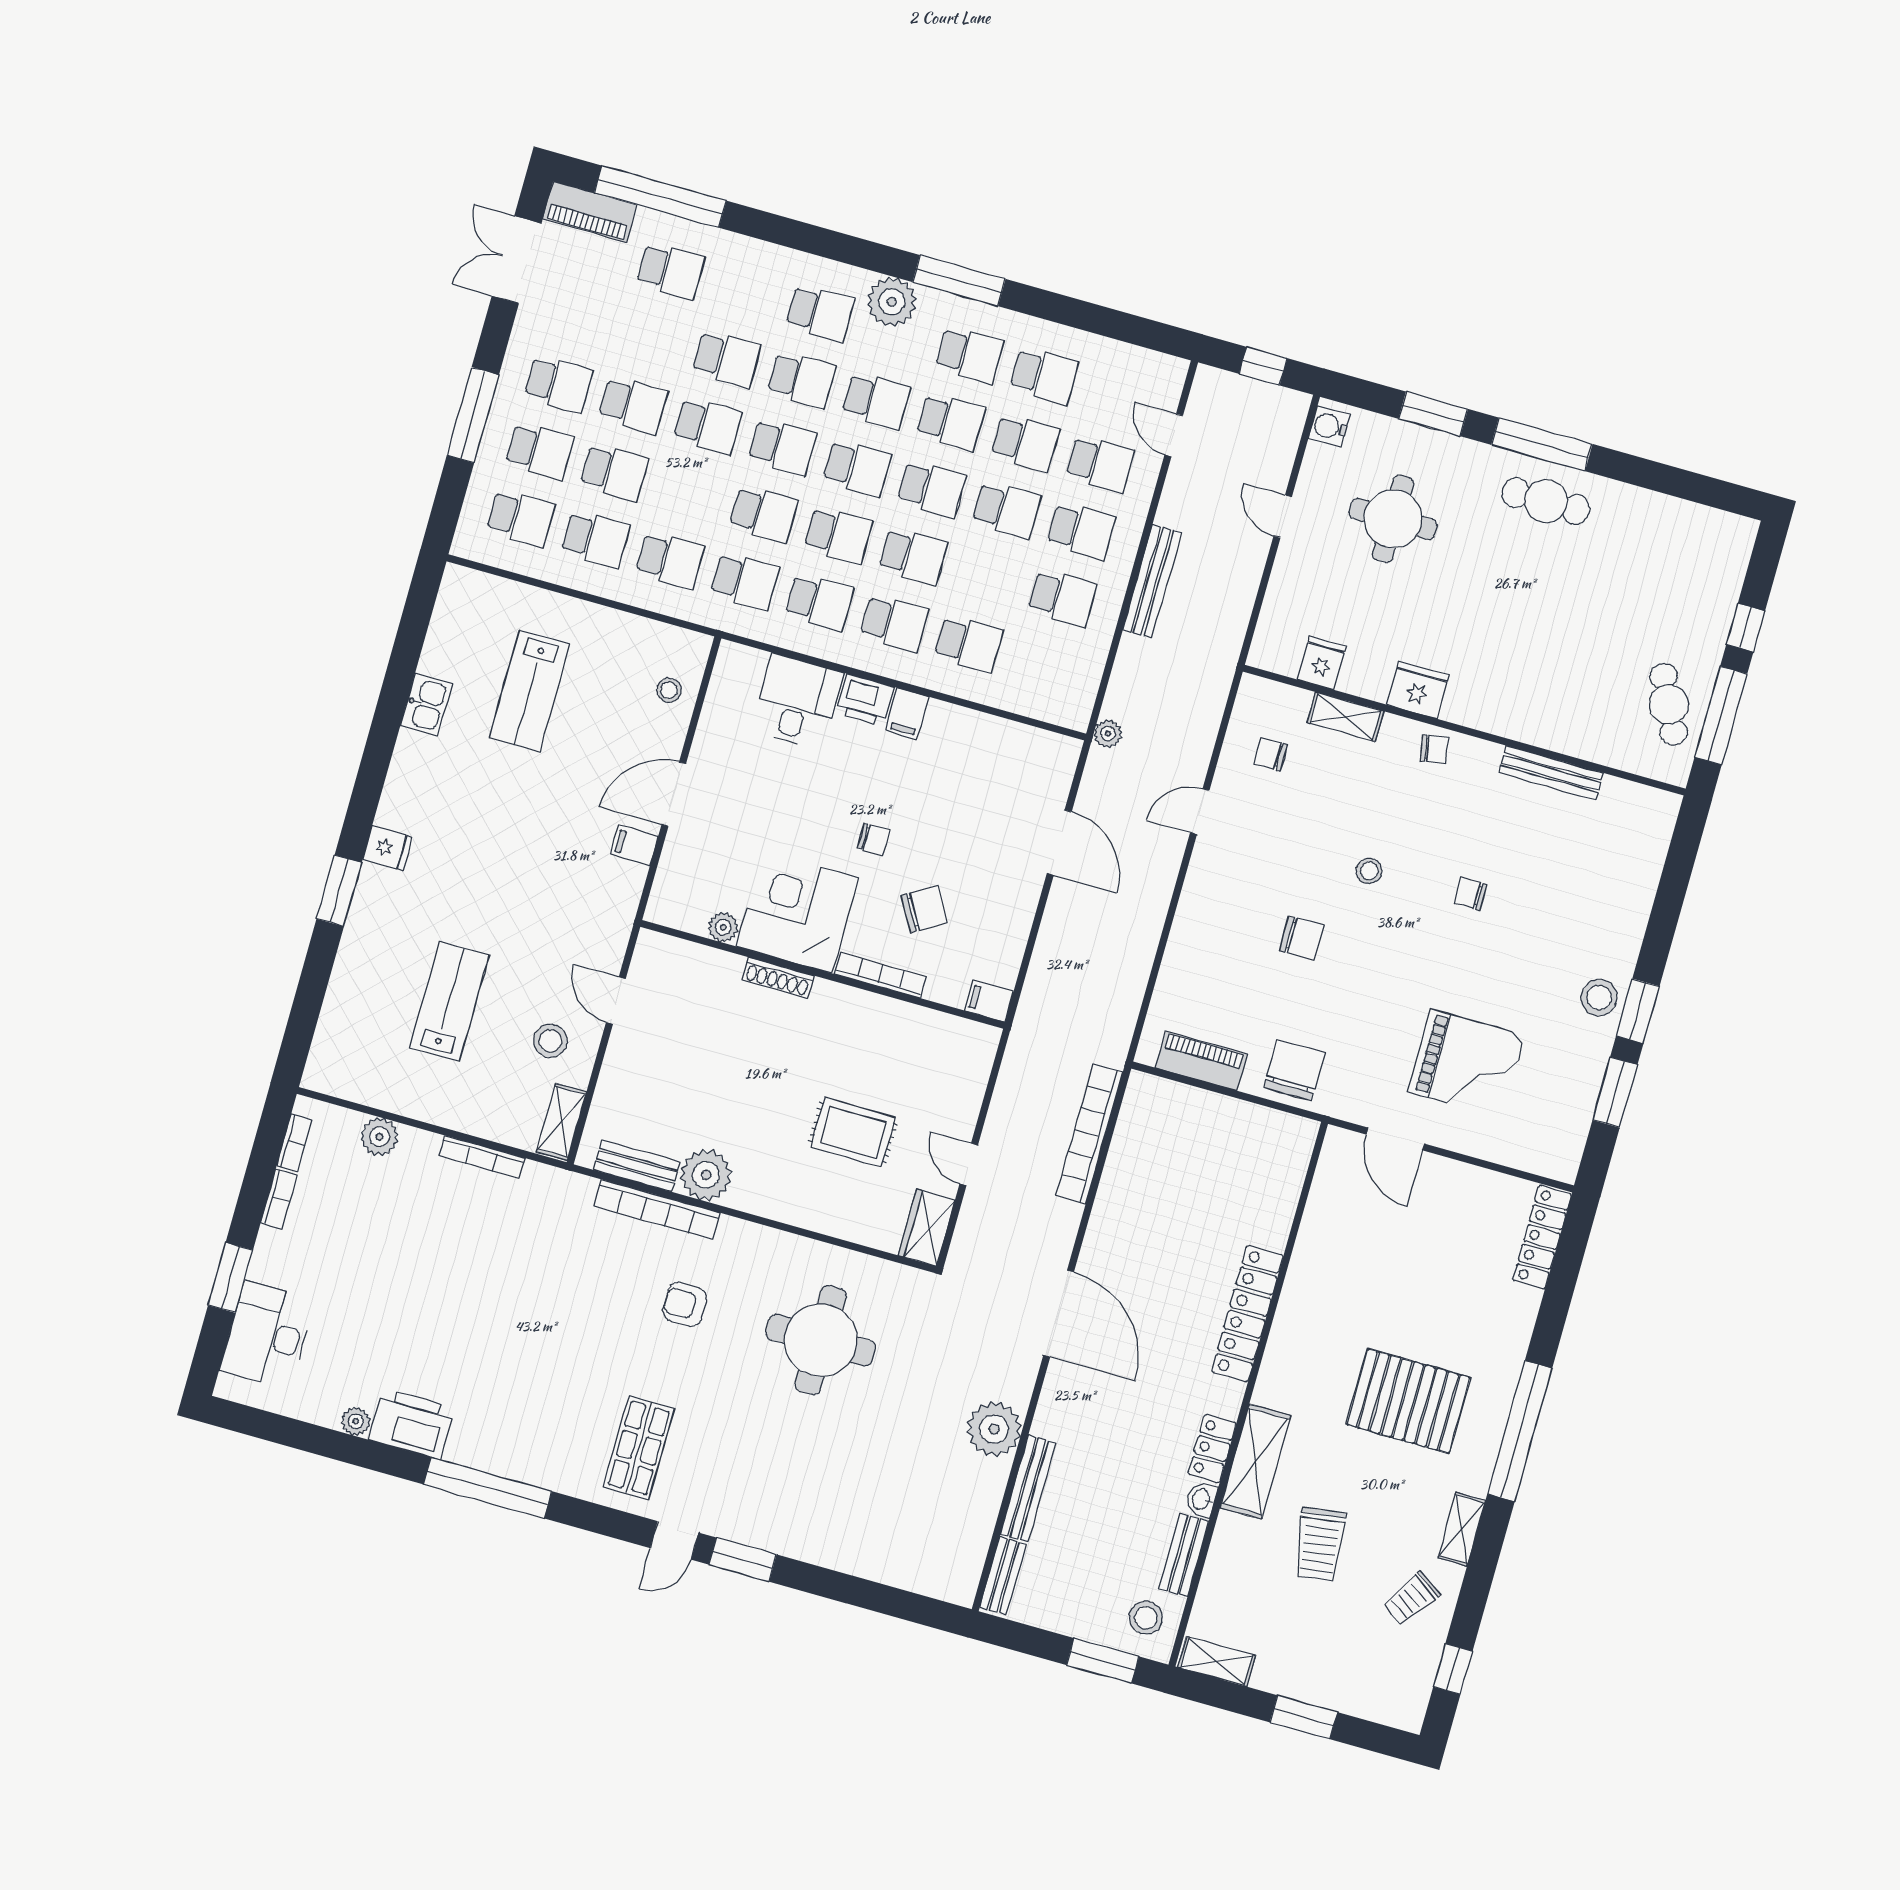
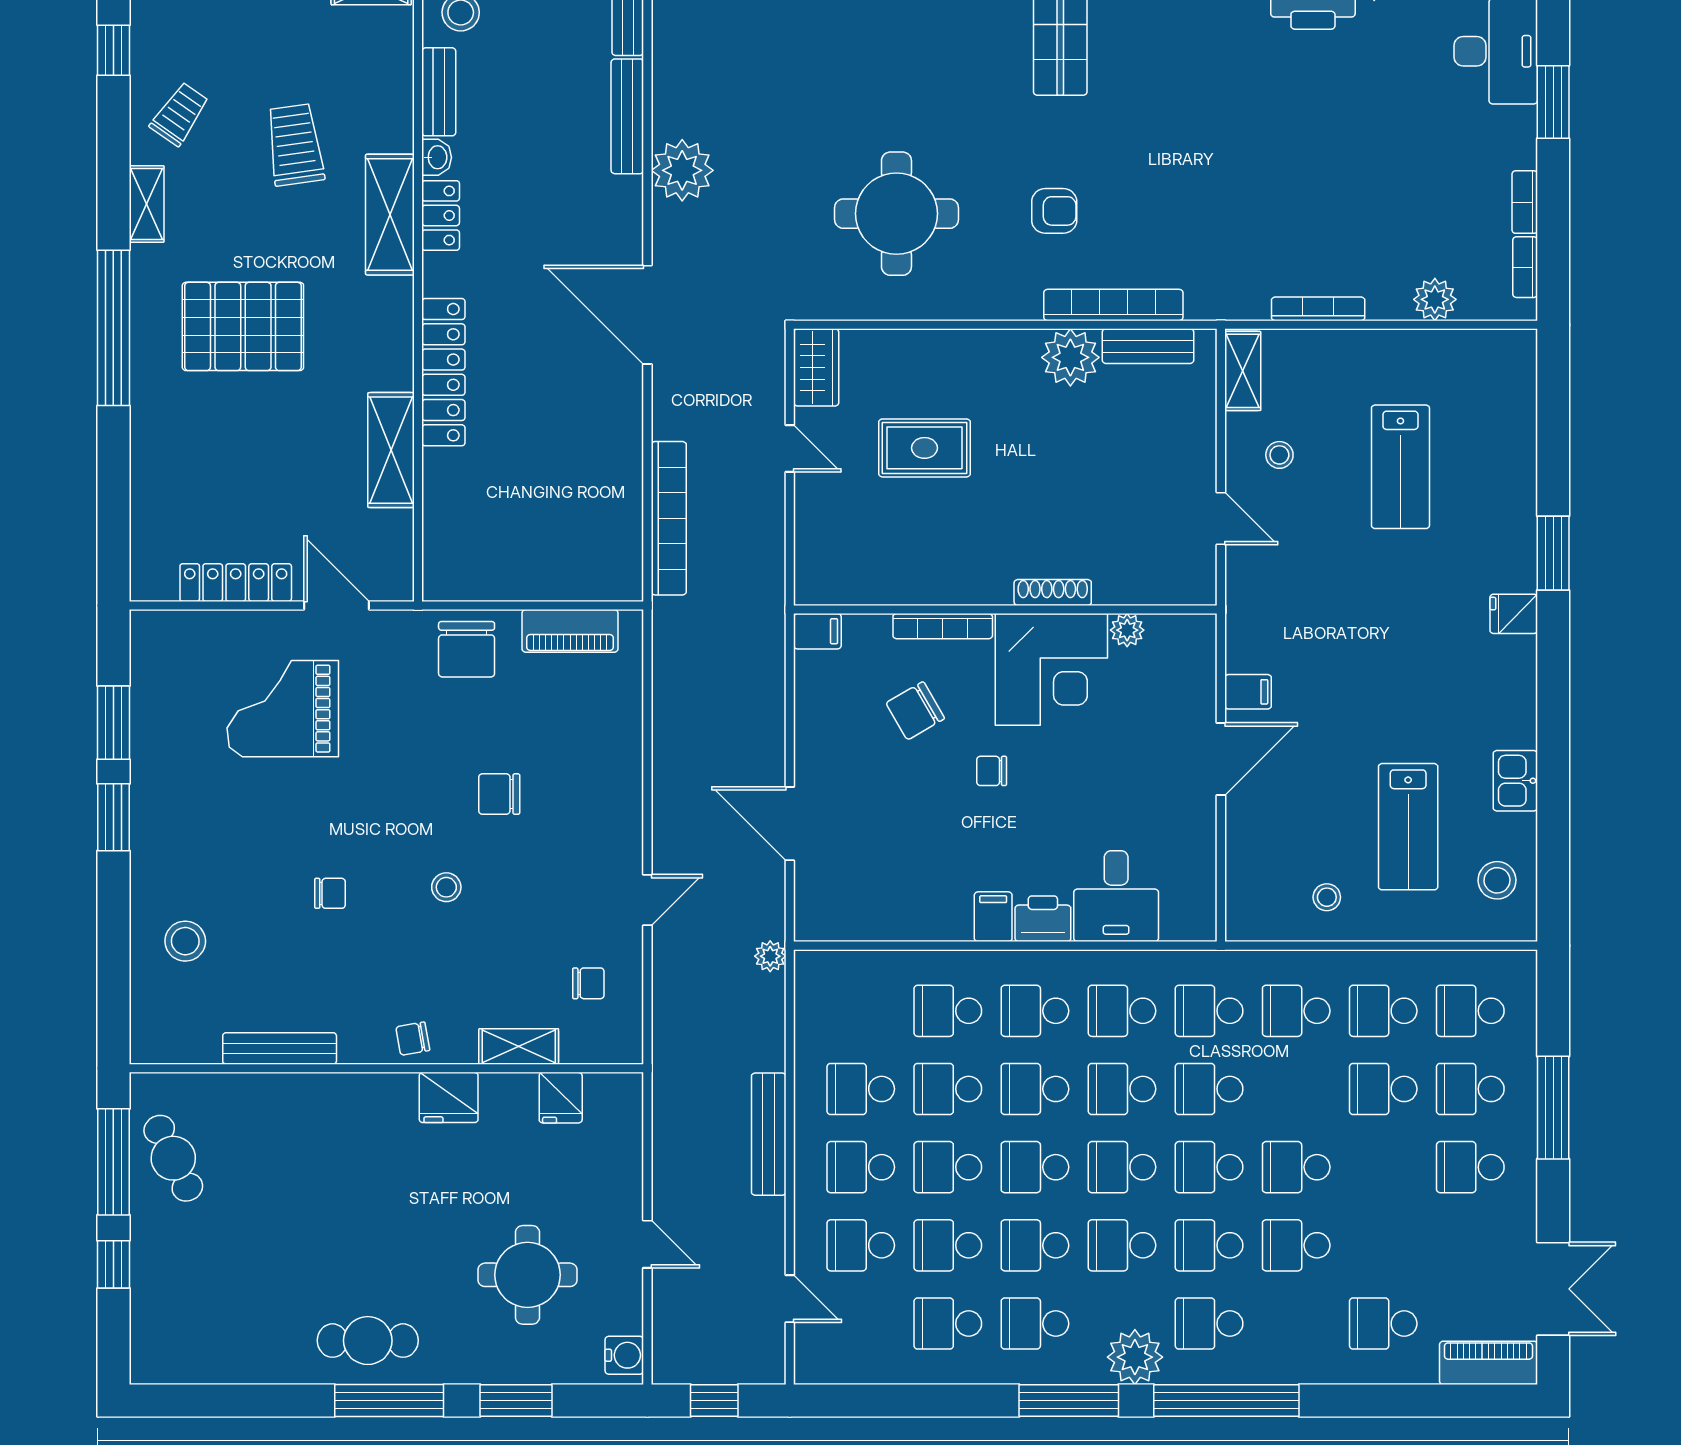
window: (660, 197) -> (1226, 1401), moved
school desk: (633, 405) -> (948, 1089), moved
stool: (466, 624) -> (1497, 880), added
stool: (669, 690) -> (1327, 897), moved
lab bench: (530, 691) -> (1408, 827), turned 180
stool: (1599, 998) -> (185, 941), moved
stool: (550, 1041) -> (1279, 455), width x0.73, depth x0.73
locker: (1542, 1237) -> (236, 583), moved, turned -90
shelving: (1311, 1259) -> (391, 450), added

